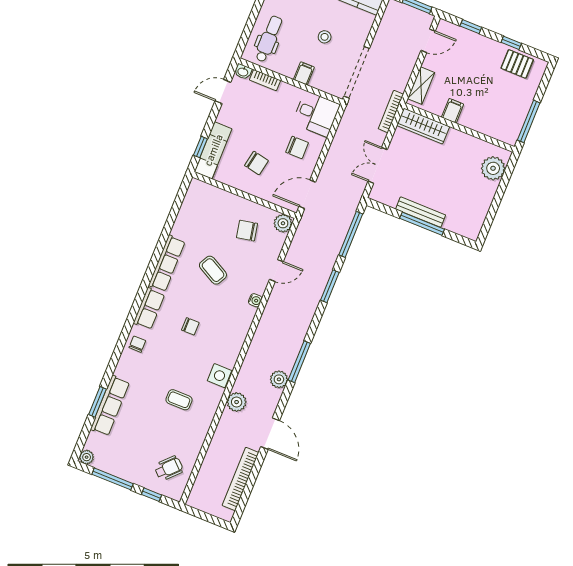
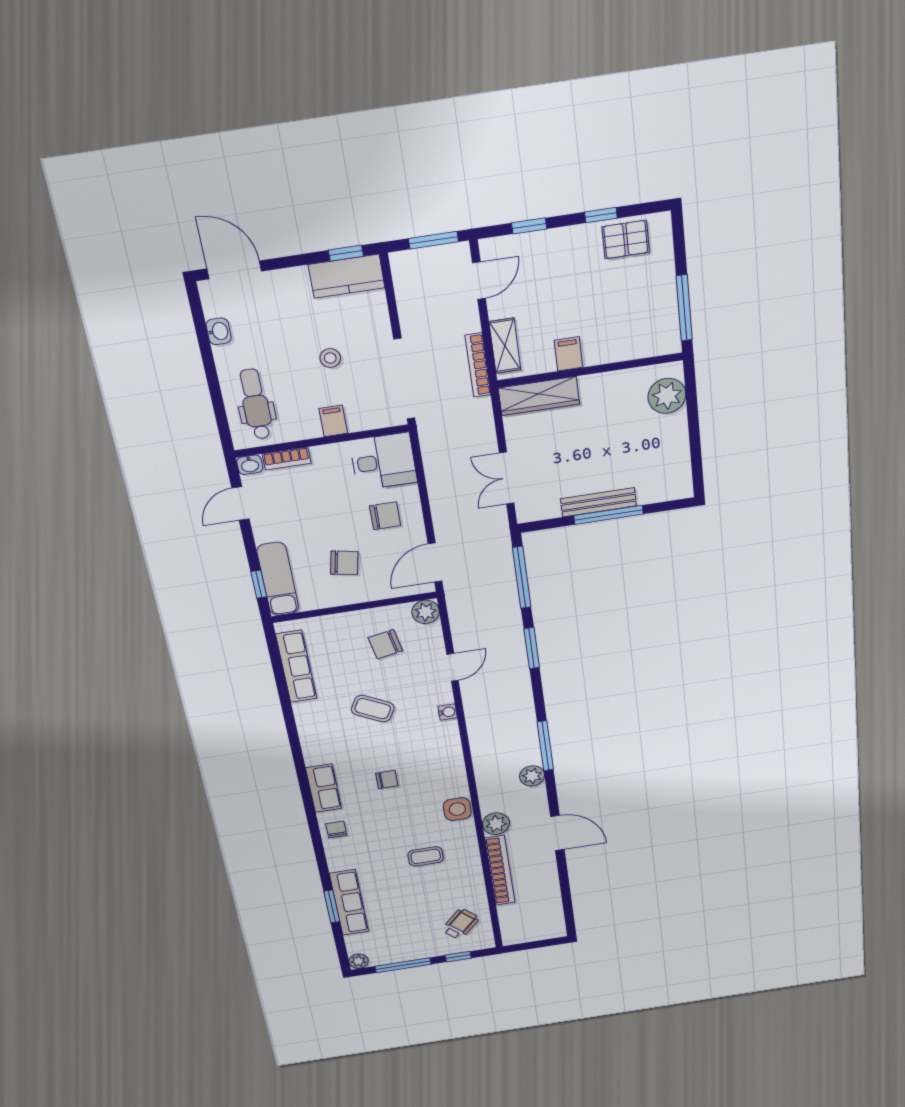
bookcase: (391, 111) -> (478, 365), moved
row of seats: (167, 263) -> (296, 666), moved
bookcase: (241, 479) -> (500, 870), moved, turned 180

